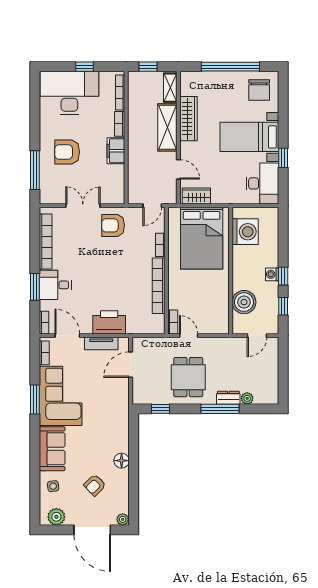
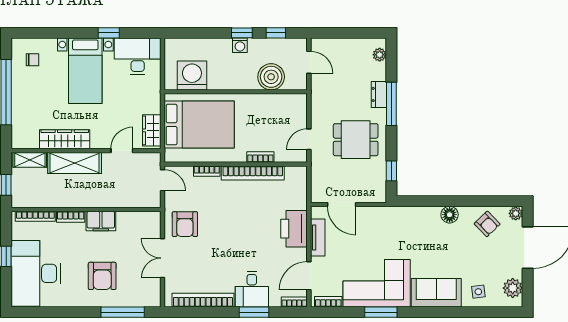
chair: (259, 90) -> (32, 60), width x0.54, depth x0.54
bookcase: (173, 322) -> (260, 157), moved
plant: (247, 398) -> (380, 55), moved
armchair: (95, 485) -> (487, 224), moved

